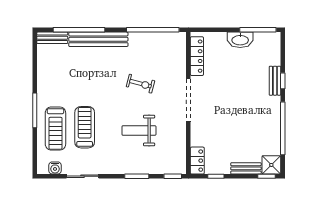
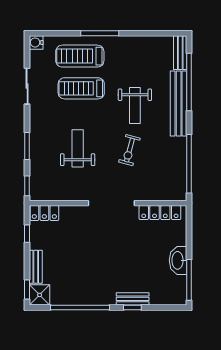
weight bench: (100, 79) -> (135, 106), added
treadmill: (85, 127) -> (81, 88), turned 180
water cooler: (55, 168) -> (36, 42), moved

